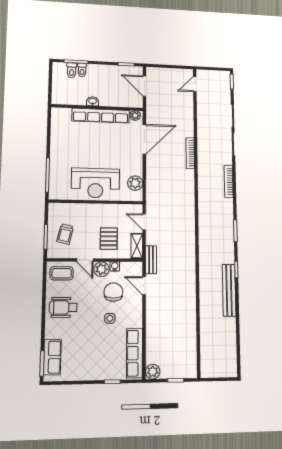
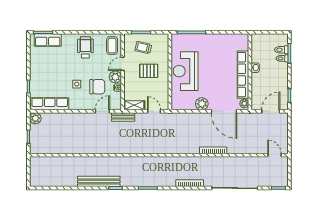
plant: (135, 183) -> (202, 104), moved
door: (144, 222) -> (154, 111), hinge flipped
pallet: (109, 239) -> (149, 71), moved

